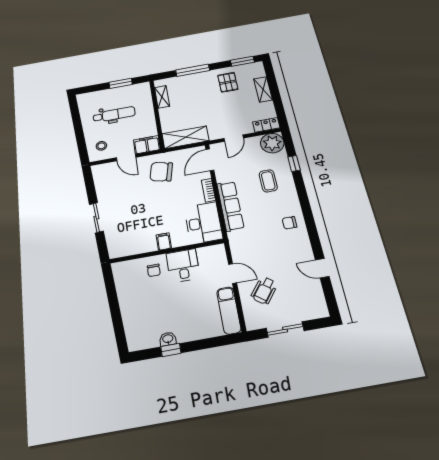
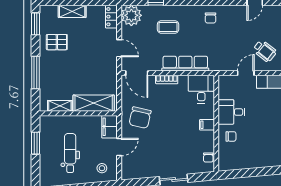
shelving: (185, 137) -> (94, 103), moved, turned 90
desk: (203, 223) -> (201, 89), width x0.73
chair: (126, 250) -> (208, 158), added

